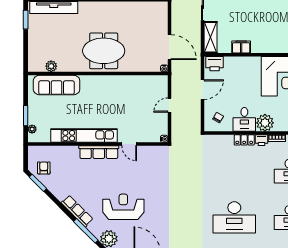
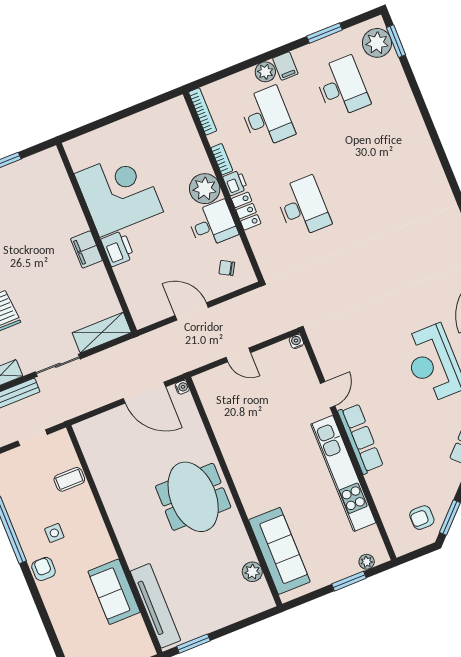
door: (169, 47) -> (144, 393), swing flipped
filing cabinet: (241, 47) -> (87, 249), moved
printer: (215, 64) -> (117, 248), moved
desk: (234, 217) -> (303, 207), moved, width x0.73, depth x0.77

